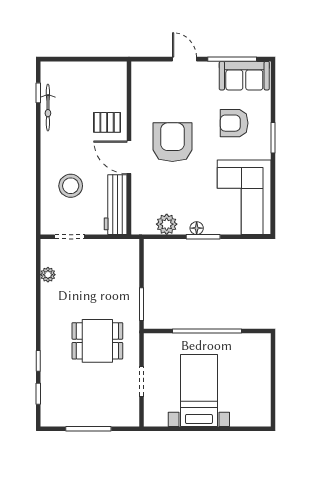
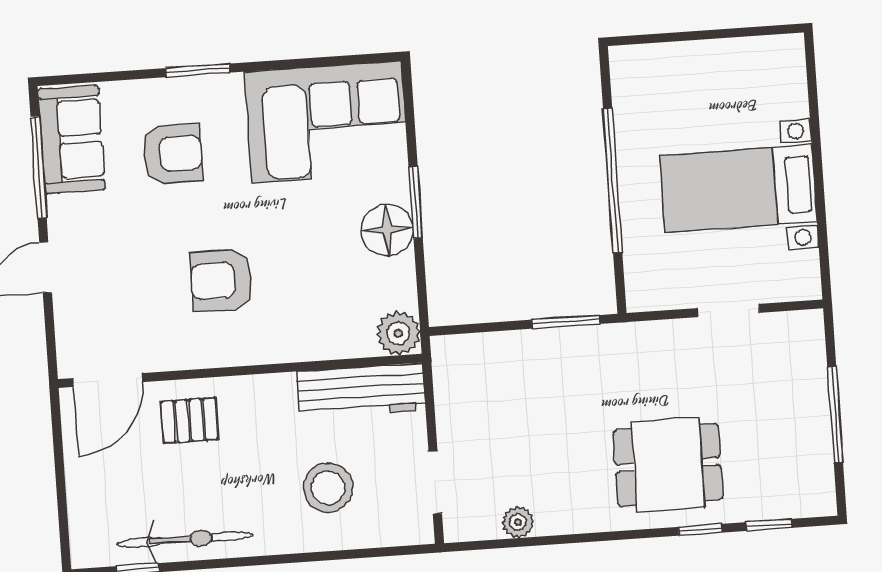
bicycle: (48, 108) -> (185, 539), width x1.37, depth x1.40
pallet: (107, 122) -> (190, 421), turned 90
armchair: (234, 123) -> (172, 154), turned -90
armchair: (172, 142) -> (221, 280), width x0.73, depth x0.73
door: (129, 157) -> (108, 380), moved
plant: (167, 224) -> (398, 333), moved
floor lamp: (197, 228) -> (387, 230), width x1.89, depth x1.89
dining table: (97, 341) -> (668, 465), moved, turned 90

